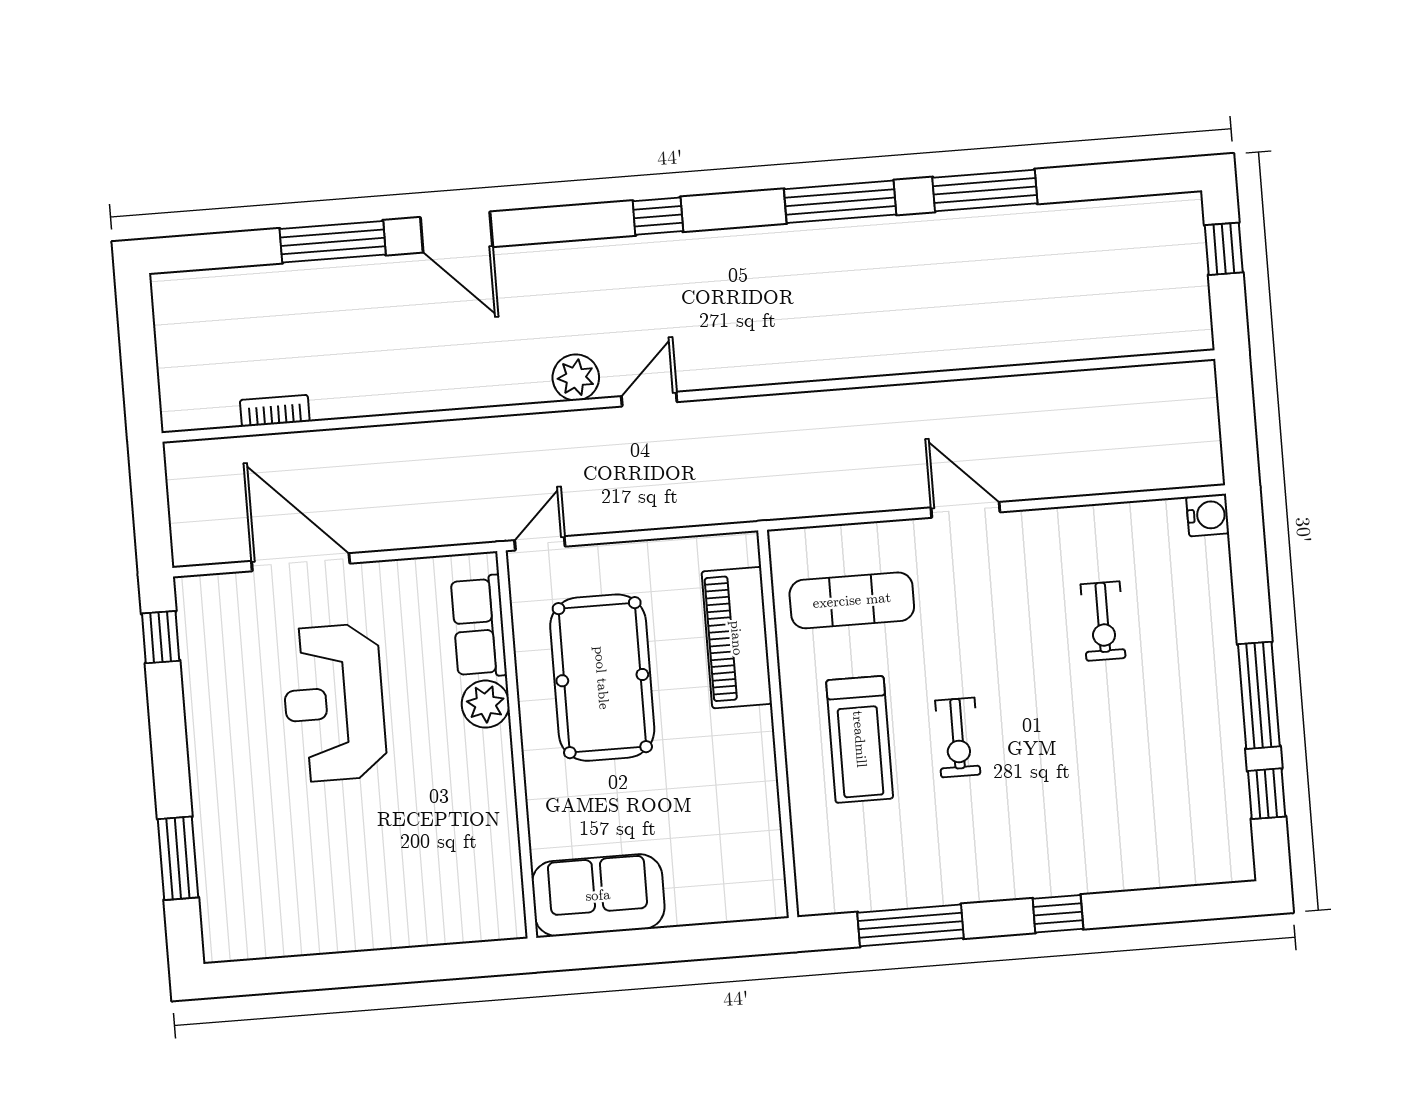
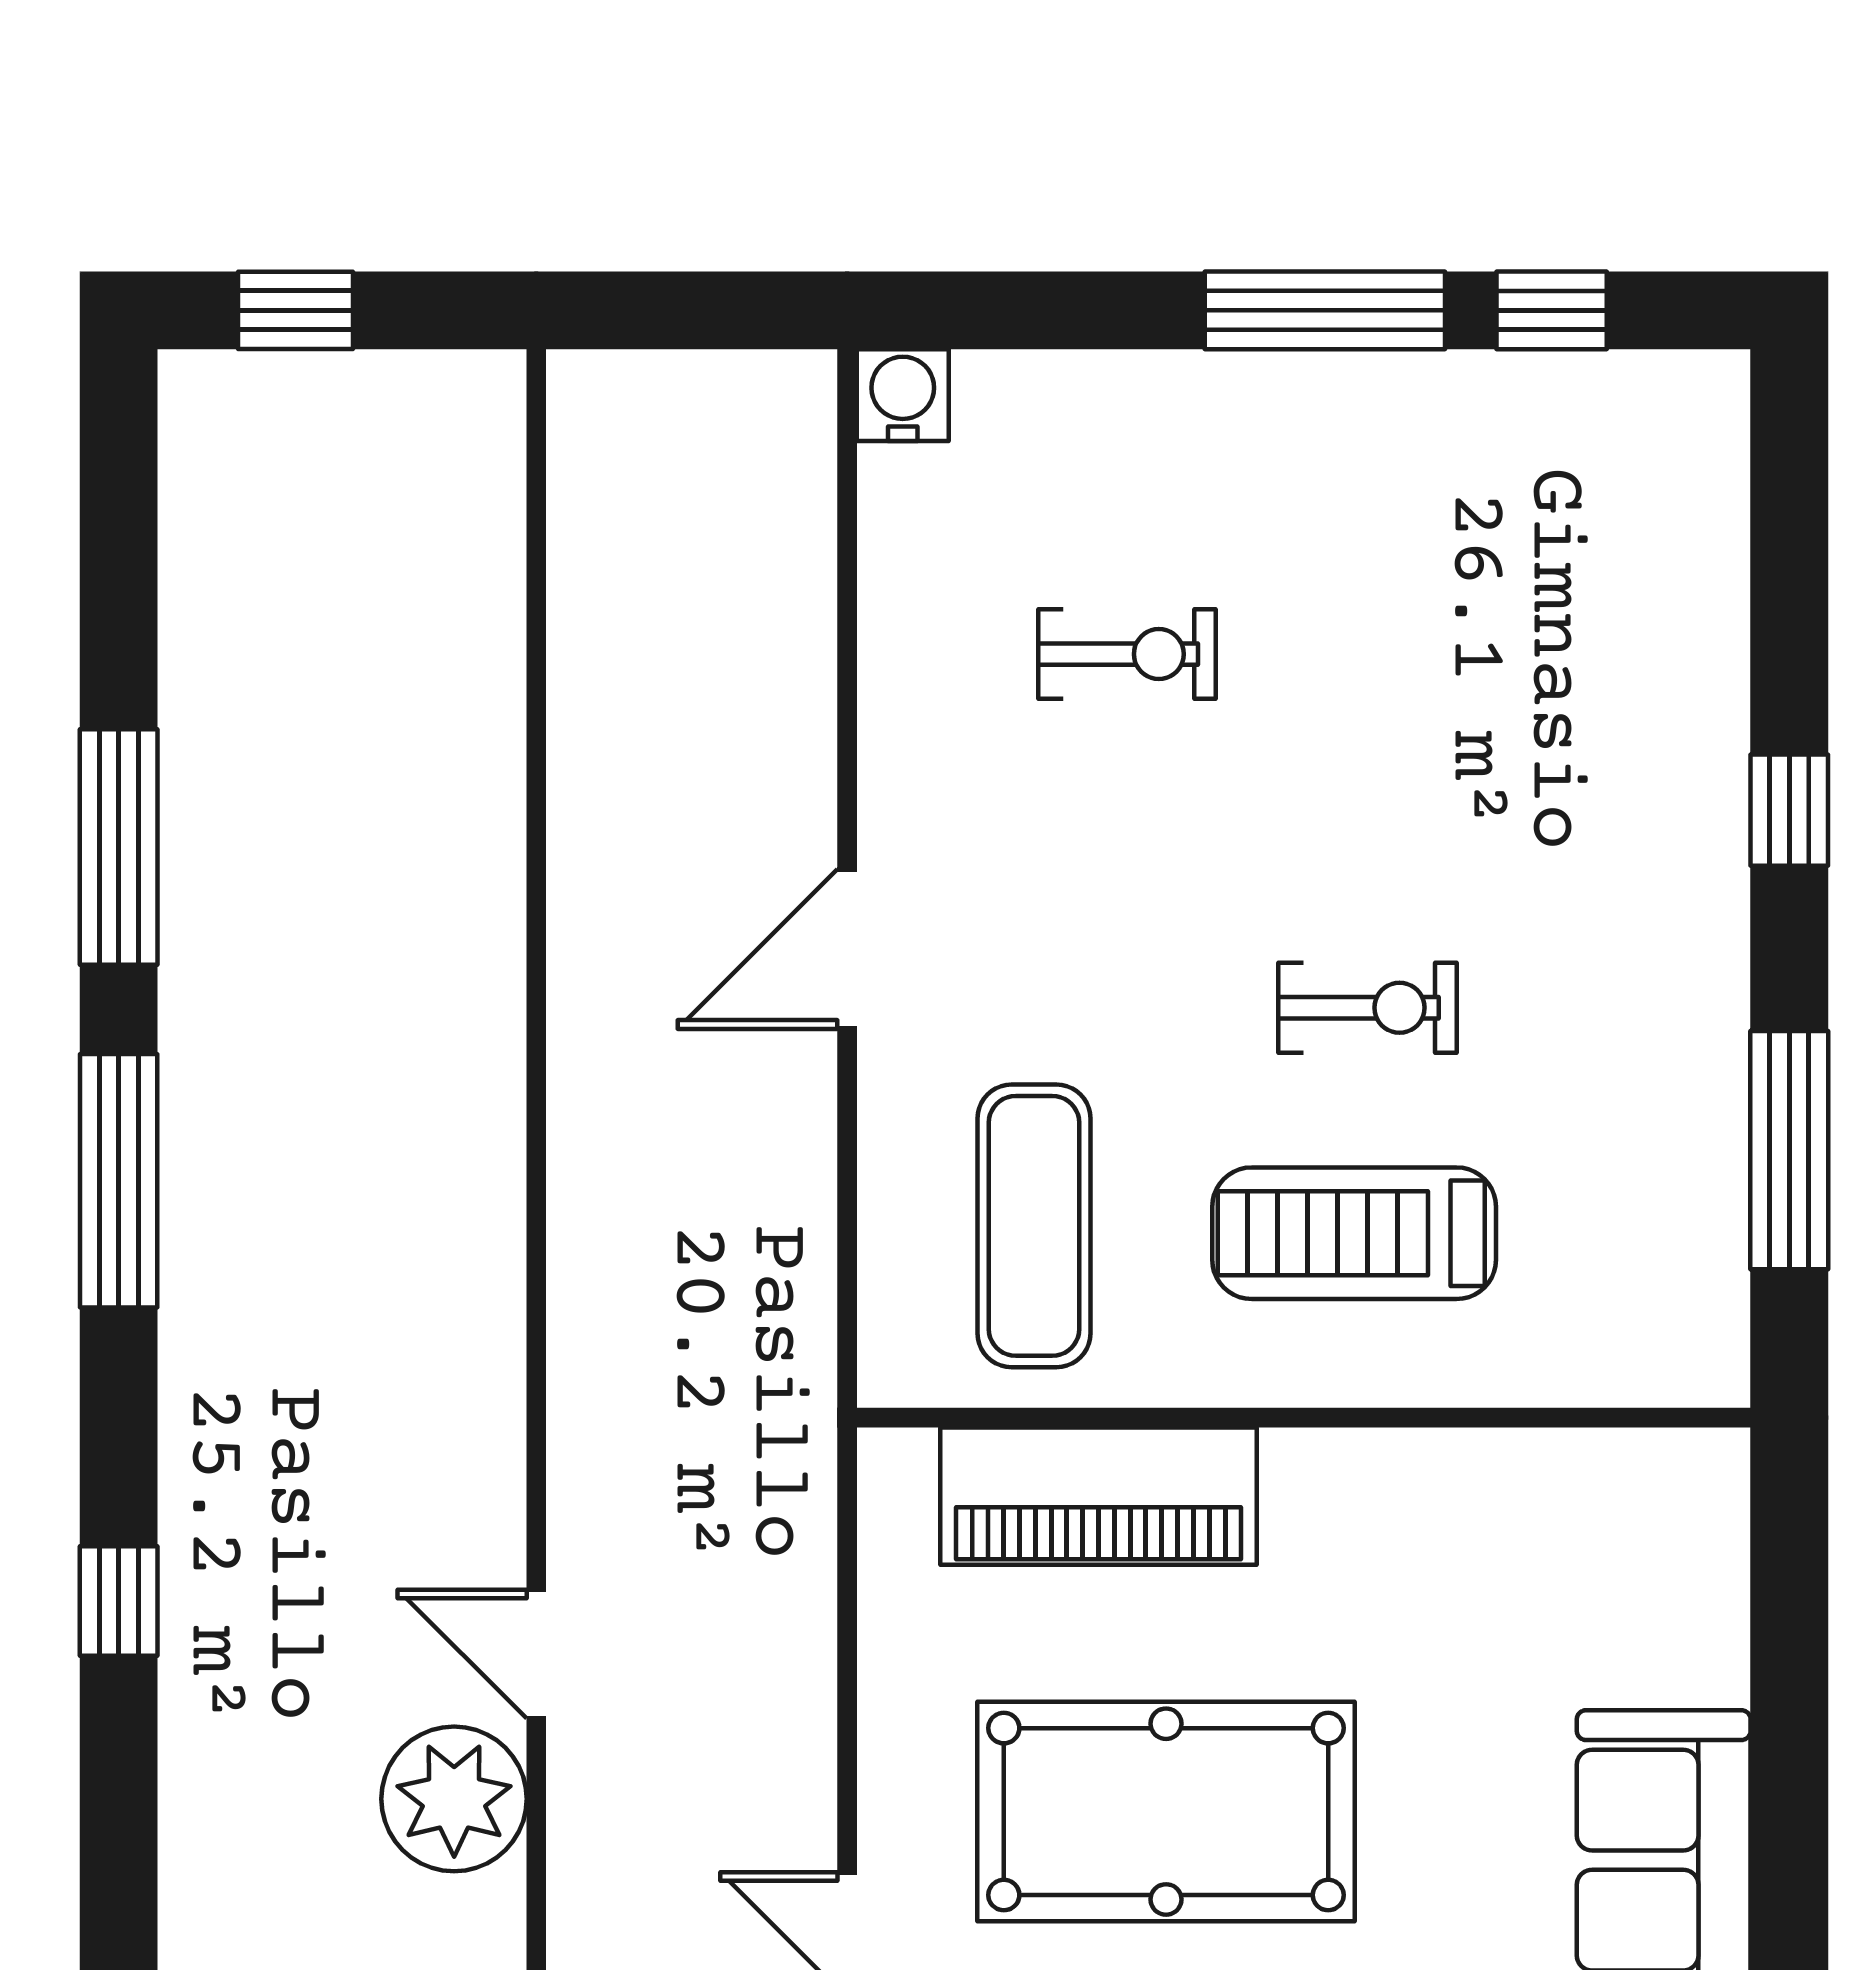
plant: (576, 377) -> (454, 1799), width x1.36, depth x1.36
treadmill: (860, 739) -> (1354, 1233), turned 180

